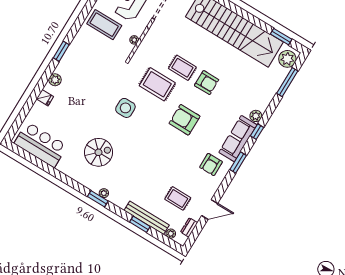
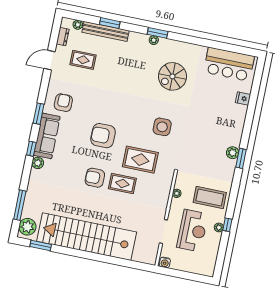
plant: (55, 80) -> (233, 153), moved
fridge: (45, 98) -> (243, 99), moved
armchair: (185, 120) -> (103, 136), turned 180

